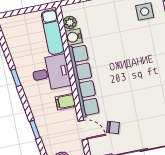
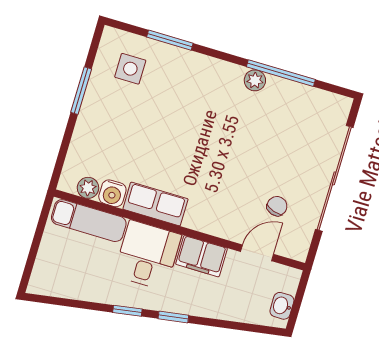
row of seats: (84, 81) -> (155, 204), width x0.50
filing cabinet: (65, 102) -> (201, 256), width x2.00
window: (35, 130) -> (173, 317), moved

